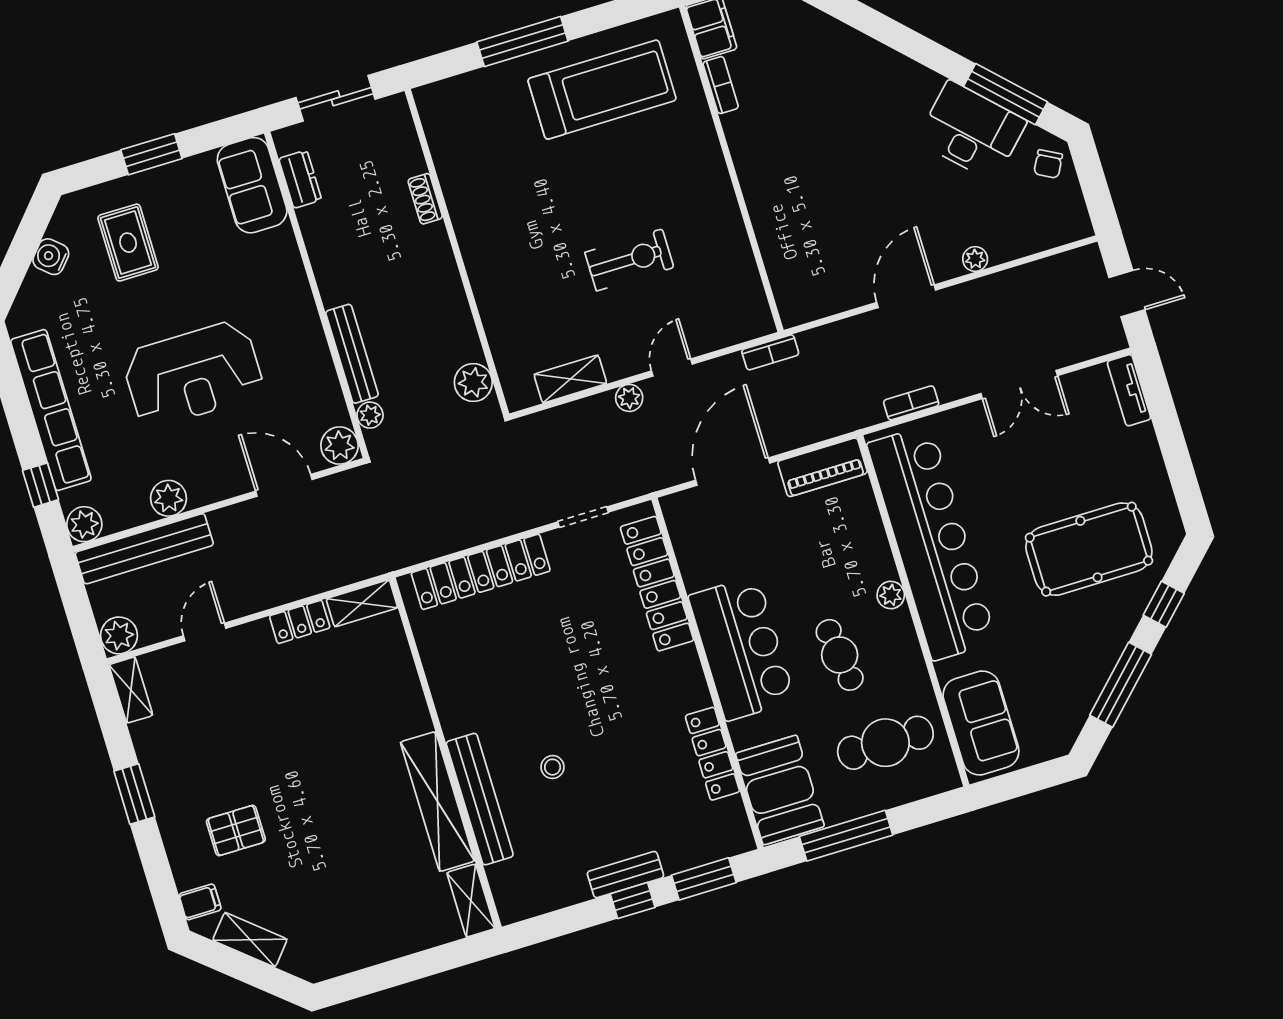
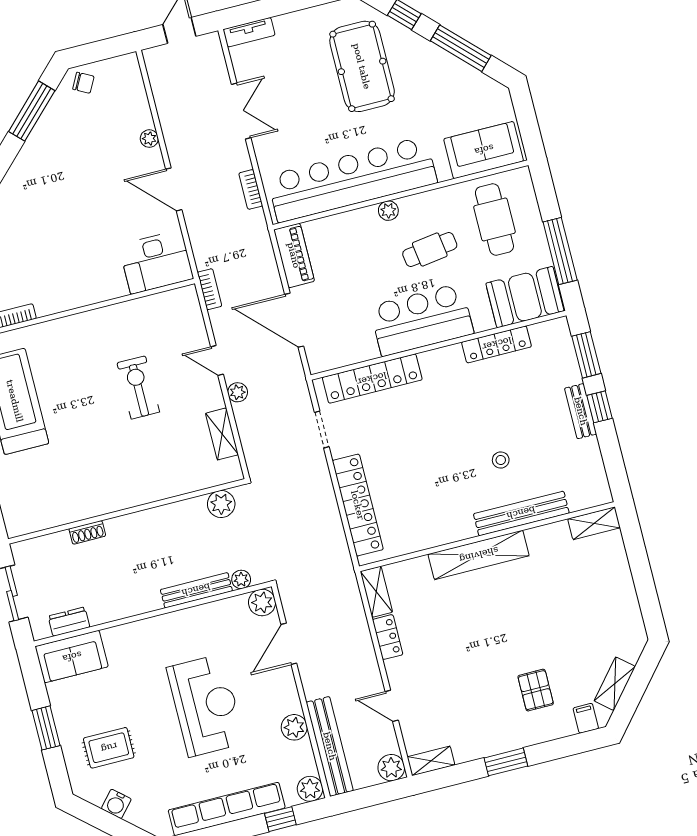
desk: (972, 131) -> (156, 262), moved, turned -135
shelving: (437, 802) -> (479, 555), moved

